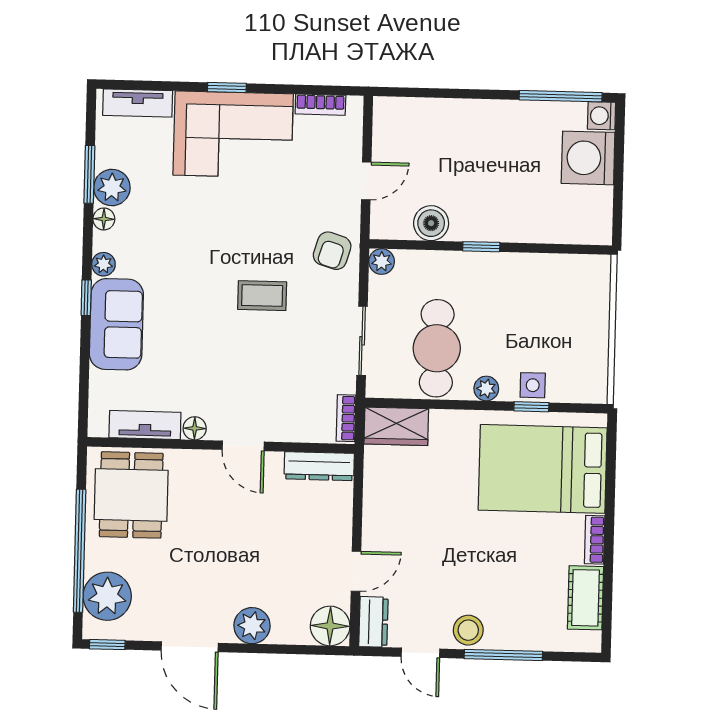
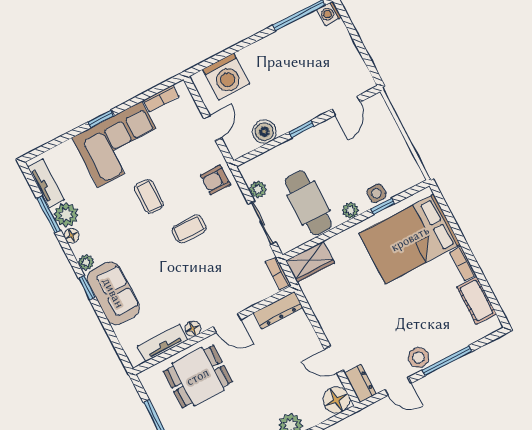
tv unit: (138, 103) -> (46, 183), moved, turned -90
washing machine: (588, 158) -> (226, 77), moved, turned -90
coffee table: (233, 224) -> (149, 196), added
door: (557, 249) -> (346, 106), added
armchair: (332, 251) -> (215, 180), turned 73
plant: (382, 262) -> (258, 189), moved
dining table: (131, 495) -> (198, 377), moved, turned 90
door: (356, 571) -> (334, 360), swing flipped

